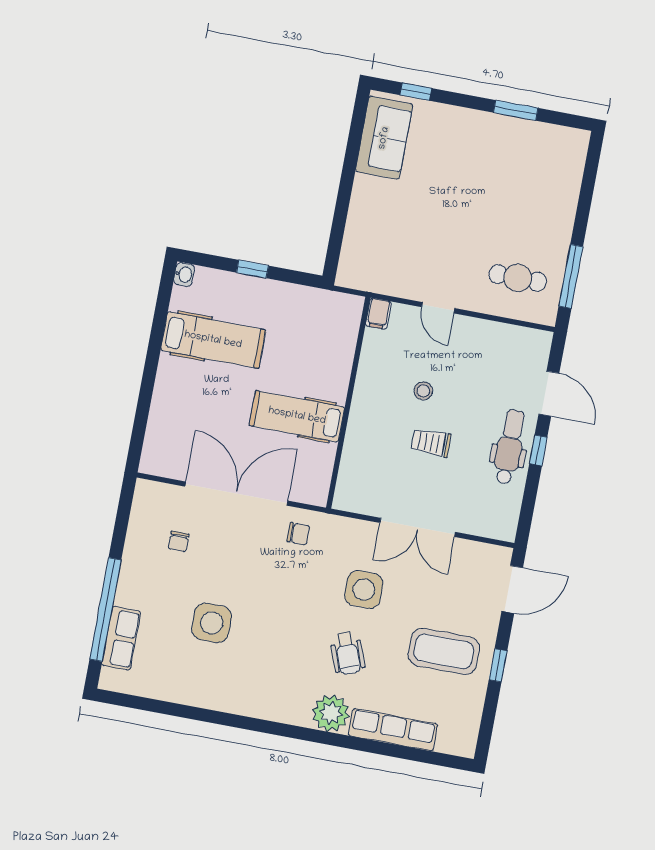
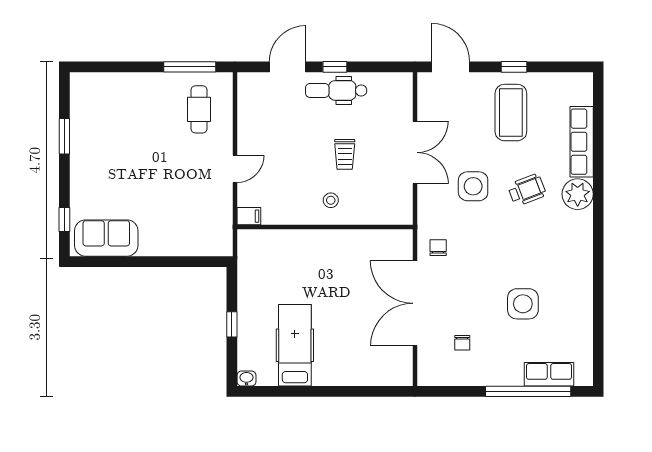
stool: (423, 391) -> (331, 200), moved
hospital bed: (297, 416) -> (344, 266), removed
chair: (179, 541) -> (462, 343), turned 90

